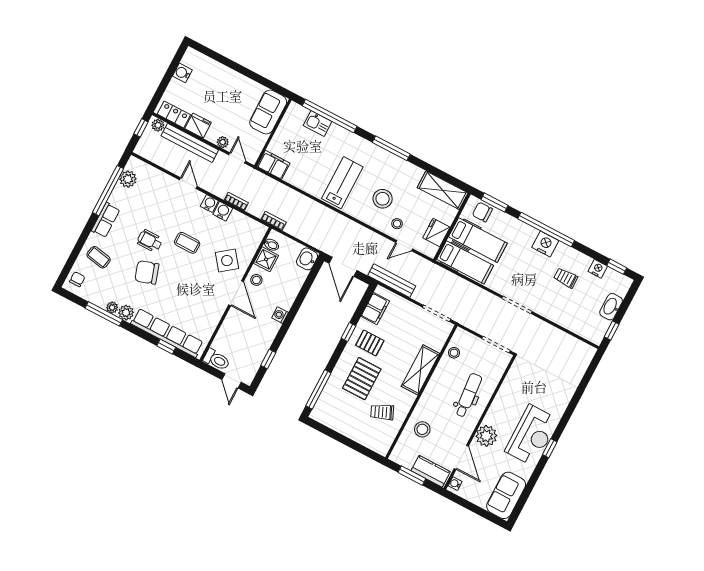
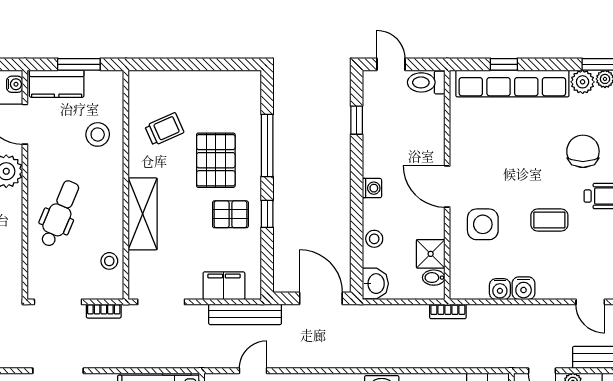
bookcase: (236, 201) -> (104, 311), moved
water cooler: (209, 204) -> (500, 289), moved
side table: (227, 261) -> (483, 224), turned 38
chair: (147, 272) -> (583, 151), turned -72
stool: (256, 280) -> (374, 239), moved
filing cabinet: (375, 309) -> (224, 286), moved, turned 90
window: (318, 389) -> (267, 145), moved
dental chair: (468, 395) -> (60, 214), turned -152

